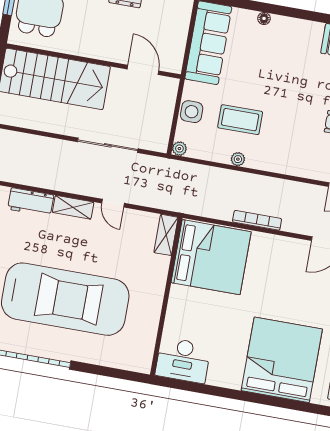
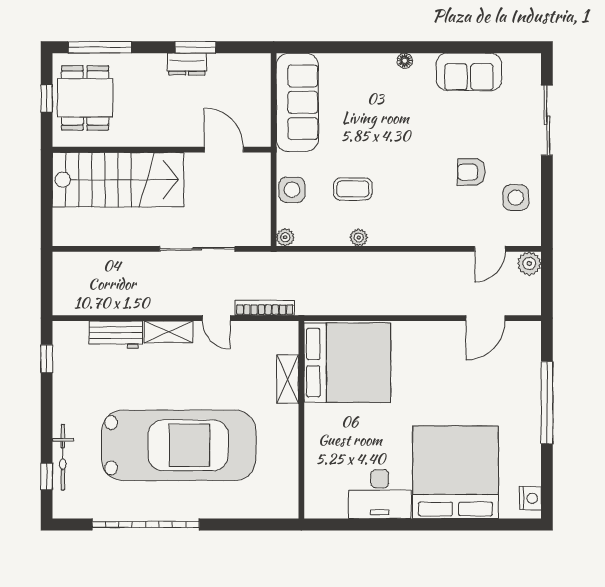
floor lamp: (264, 18) -> (405, 61), moved
coffee table: (240, 120) -> (353, 189), width x0.73, depth x0.77
bookcase: (257, 220) -> (265, 308), moved
shelving: (166, 235) -> (288, 379), moved
desk: (183, 360) -> (380, 494), moved

